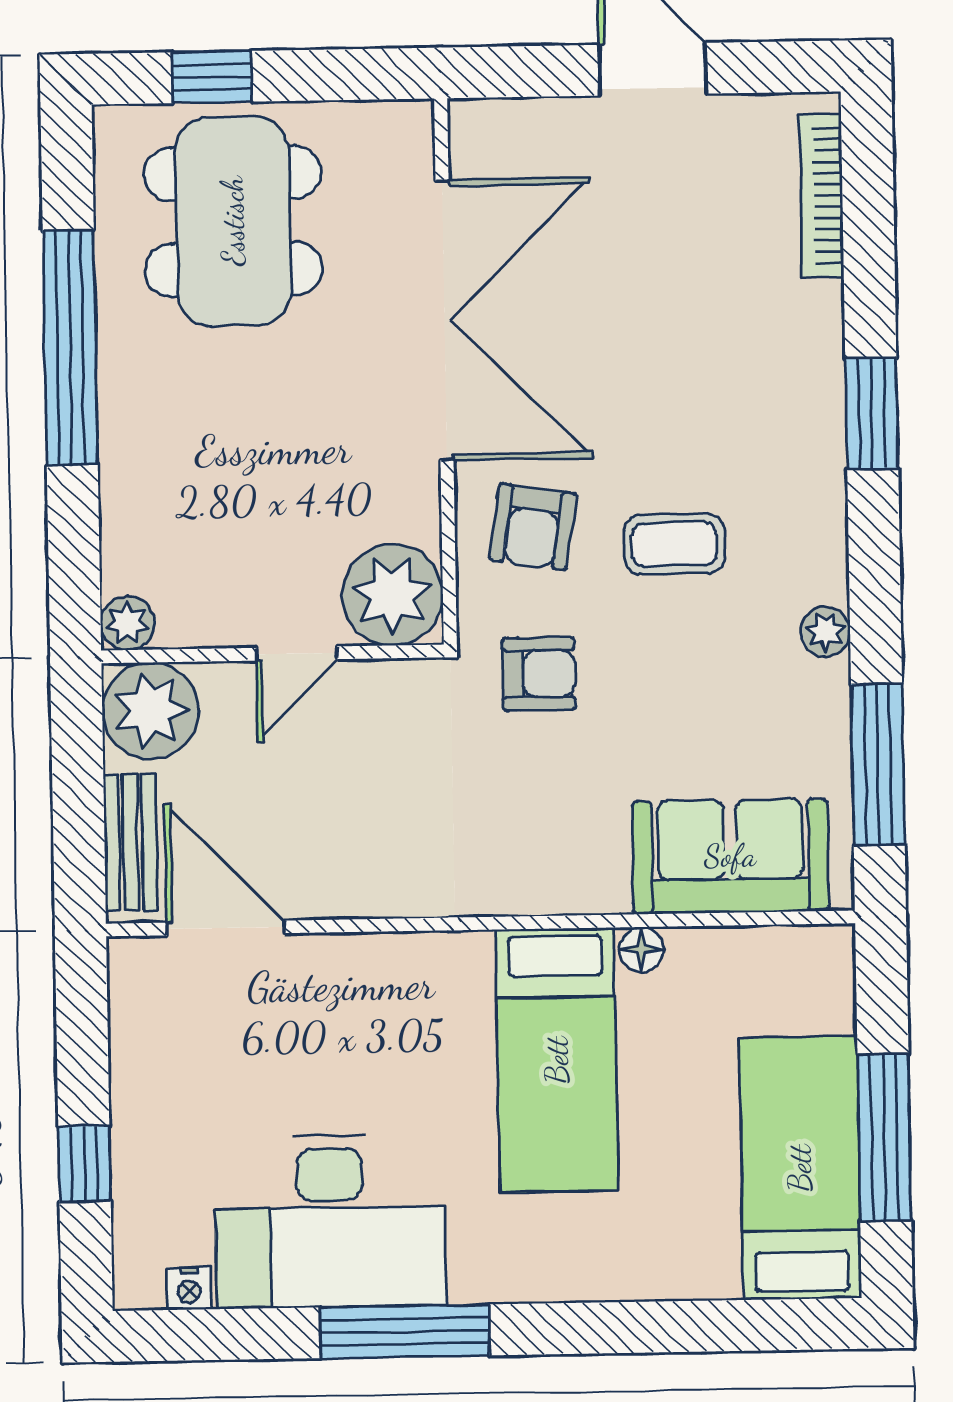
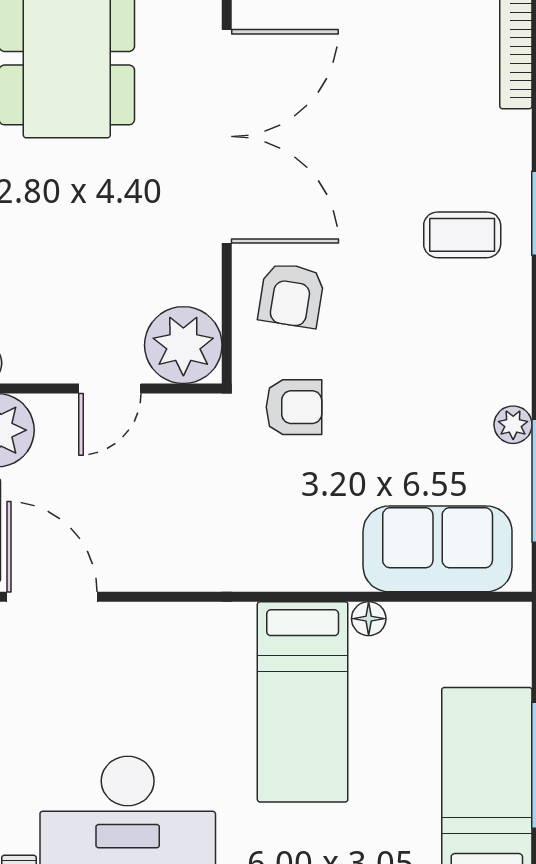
coffee table: (674, 544) -> (462, 235), moved
plant: (825, 632) -> (513, 425), moved

